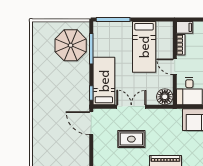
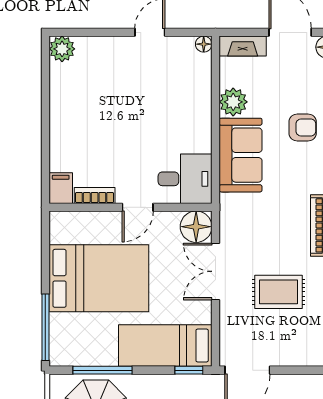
bed: (144, 47) -> (99, 278), width x1.50
double door: (131, 107) -> (215, 271), moved
rug: (131, 139) -> (279, 292), turned 90

